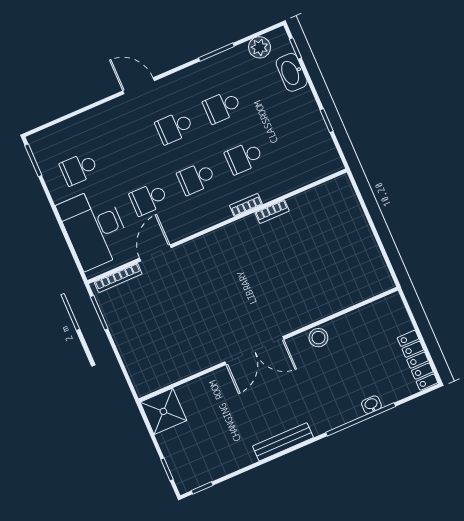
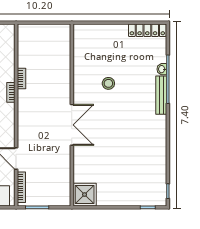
wall: (268, 345) -> (72, 115), moved
double door: (254, 351) -> (72, 125), moved
shower: (163, 411) -> (85, 195), moved
bench: (283, 442) -> (161, 95), moved

